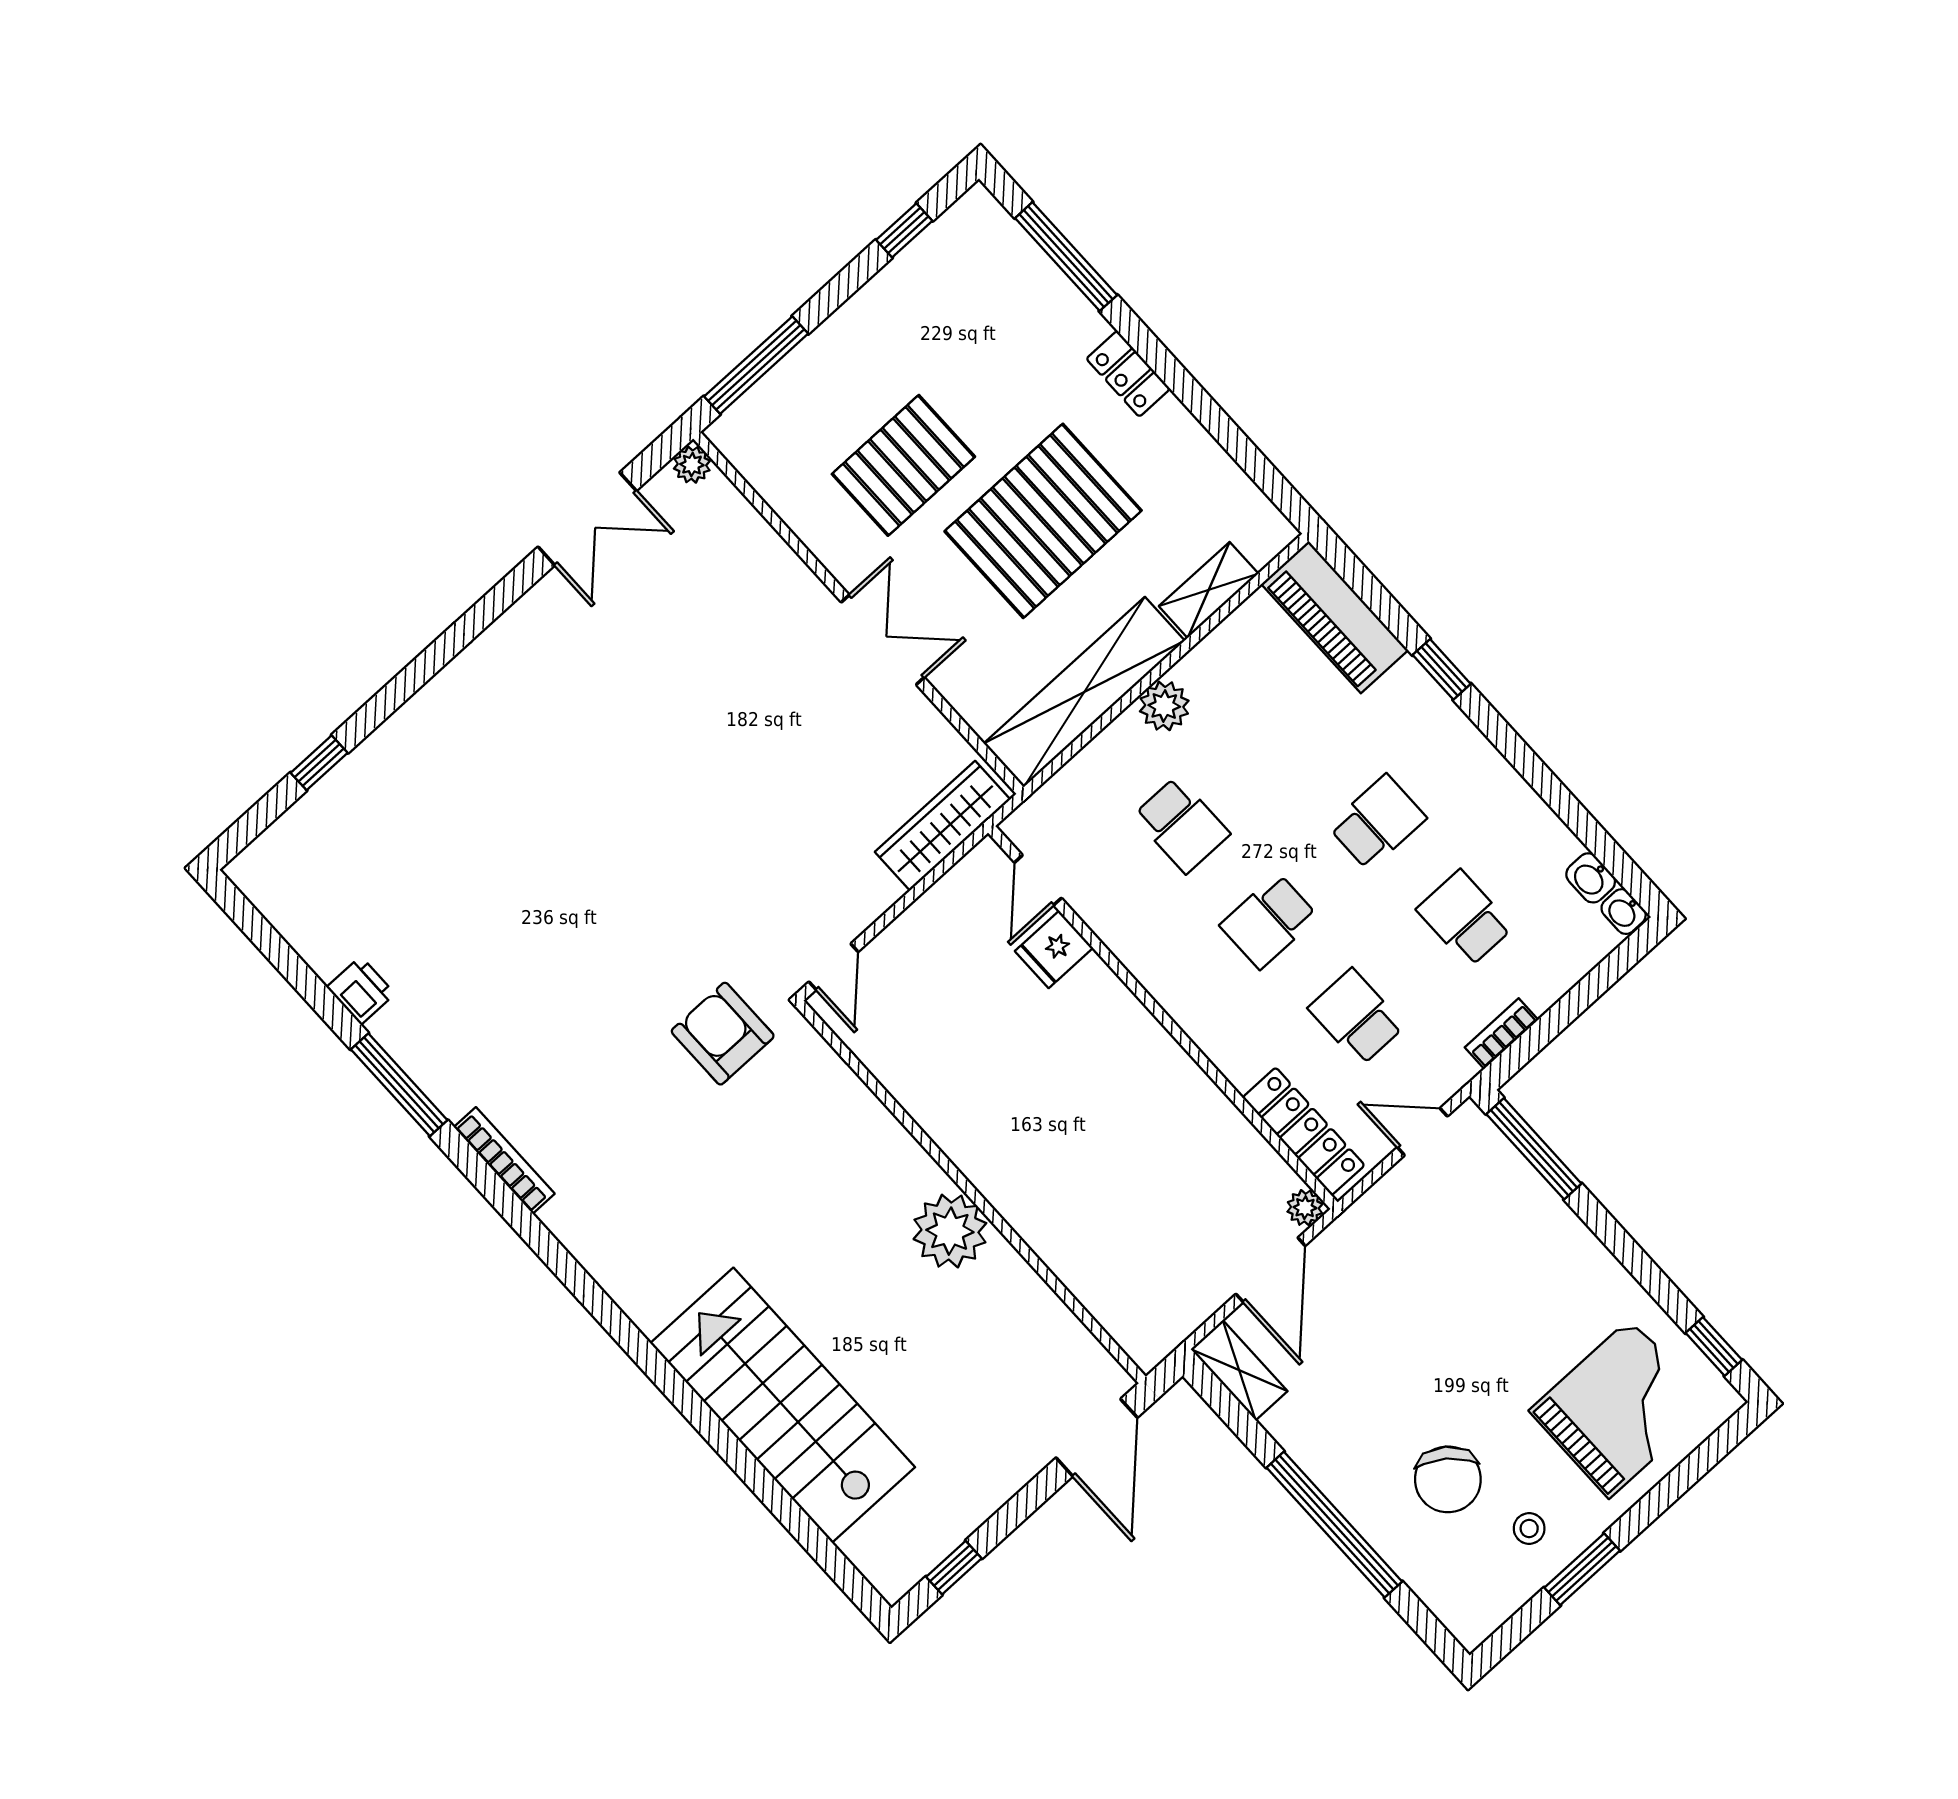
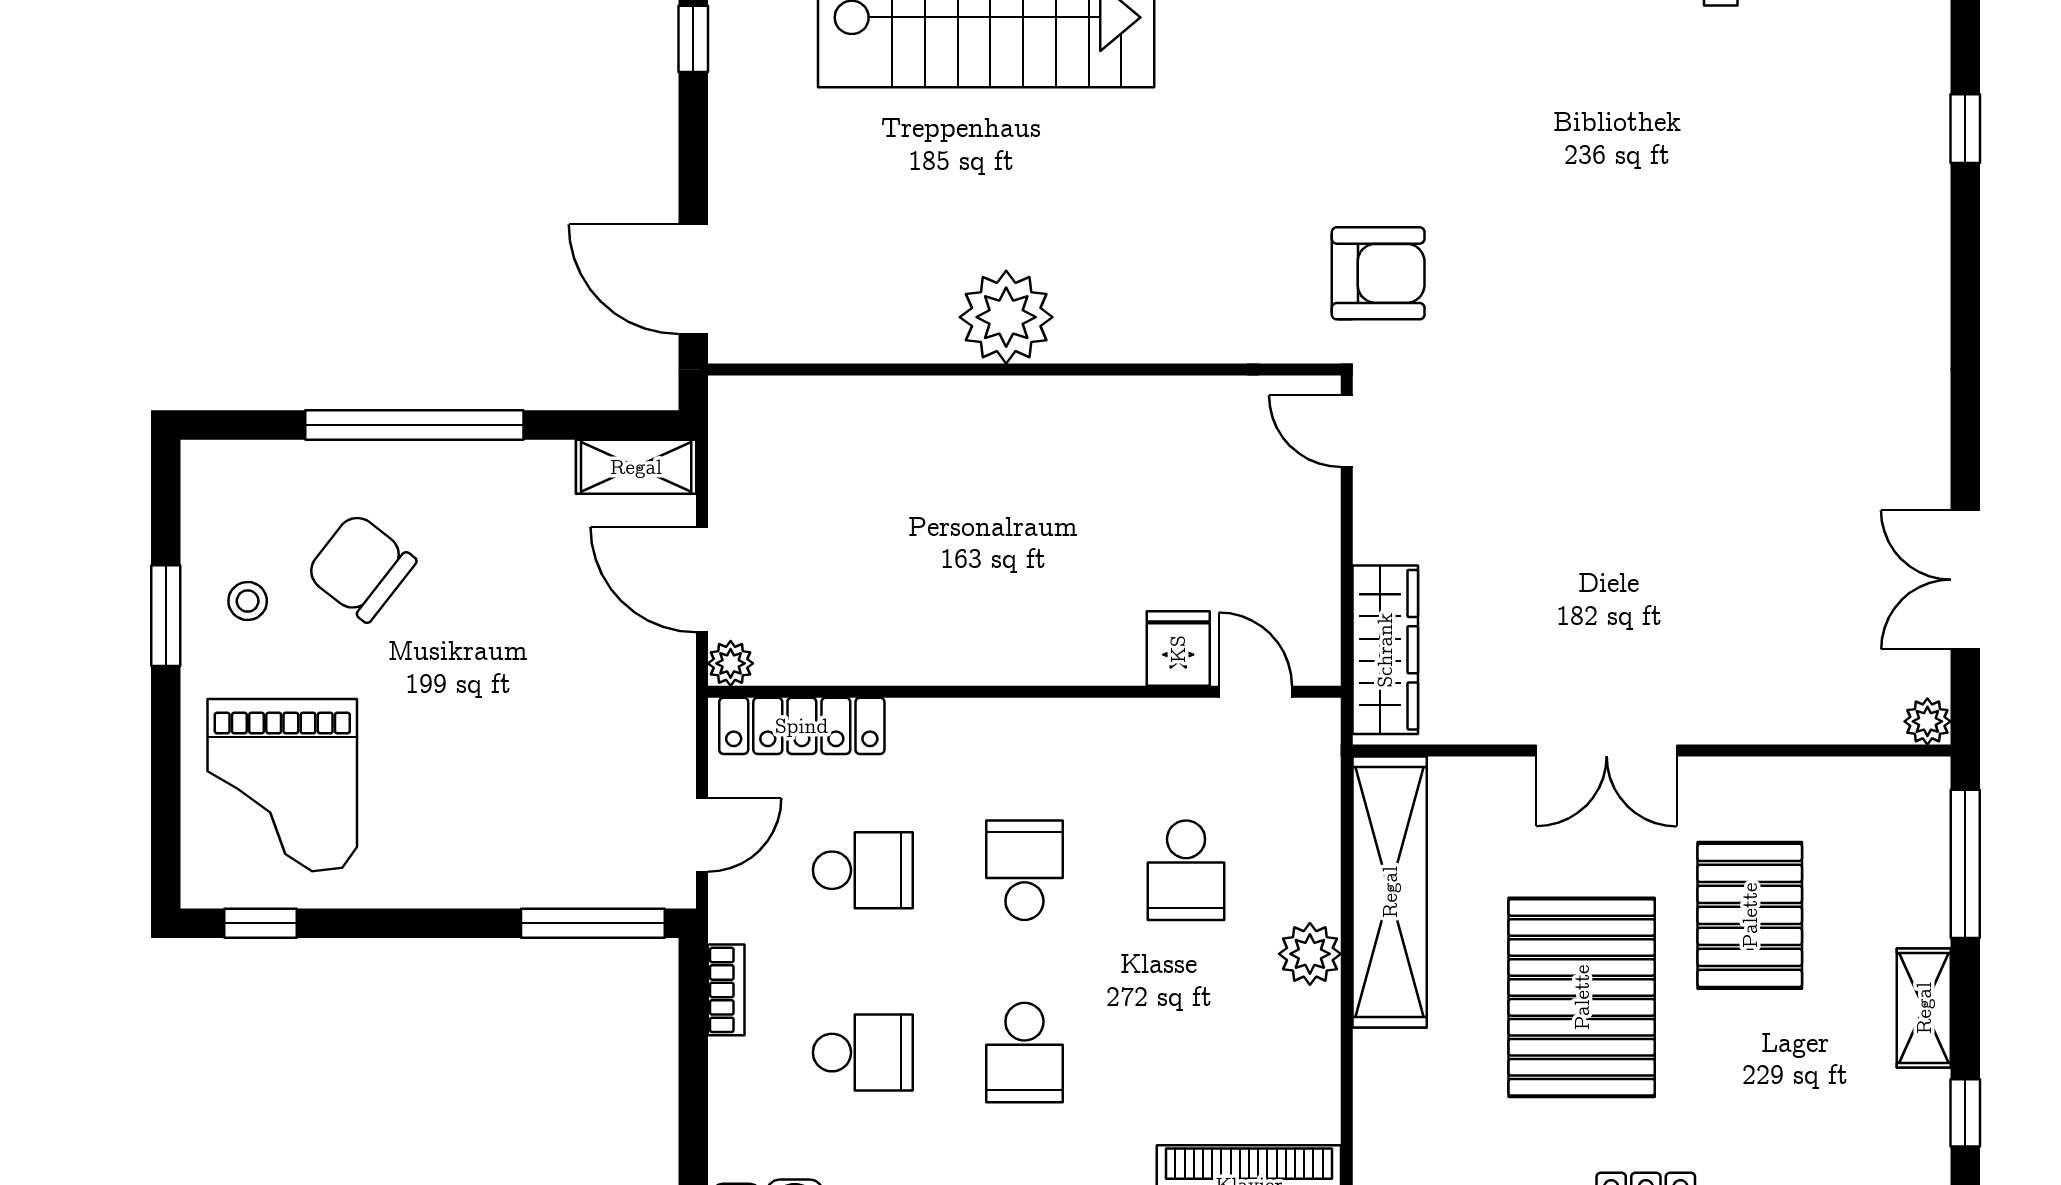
shelving: (1209, 590) -> (1924, 1008), moved
school desk: (1182, 825) -> (1186, 870), turned -90

